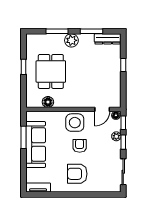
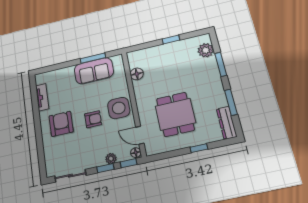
plant: (71, 40) -> (206, 50), moved
dining table: (51, 71) -> (175, 114), moved, turned 90
sofa: (36, 145) -> (94, 71), width x0.73
tv unit: (38, 187) -> (42, 97), moved

